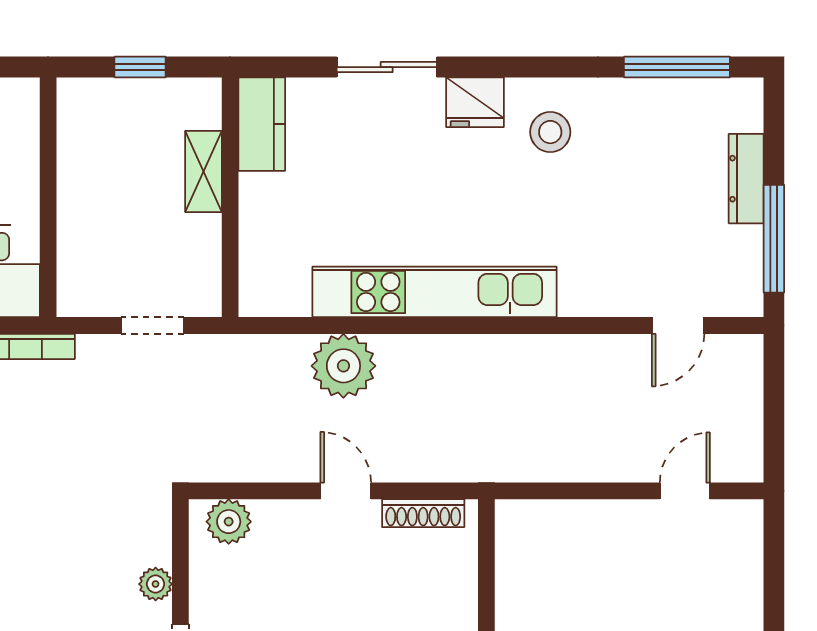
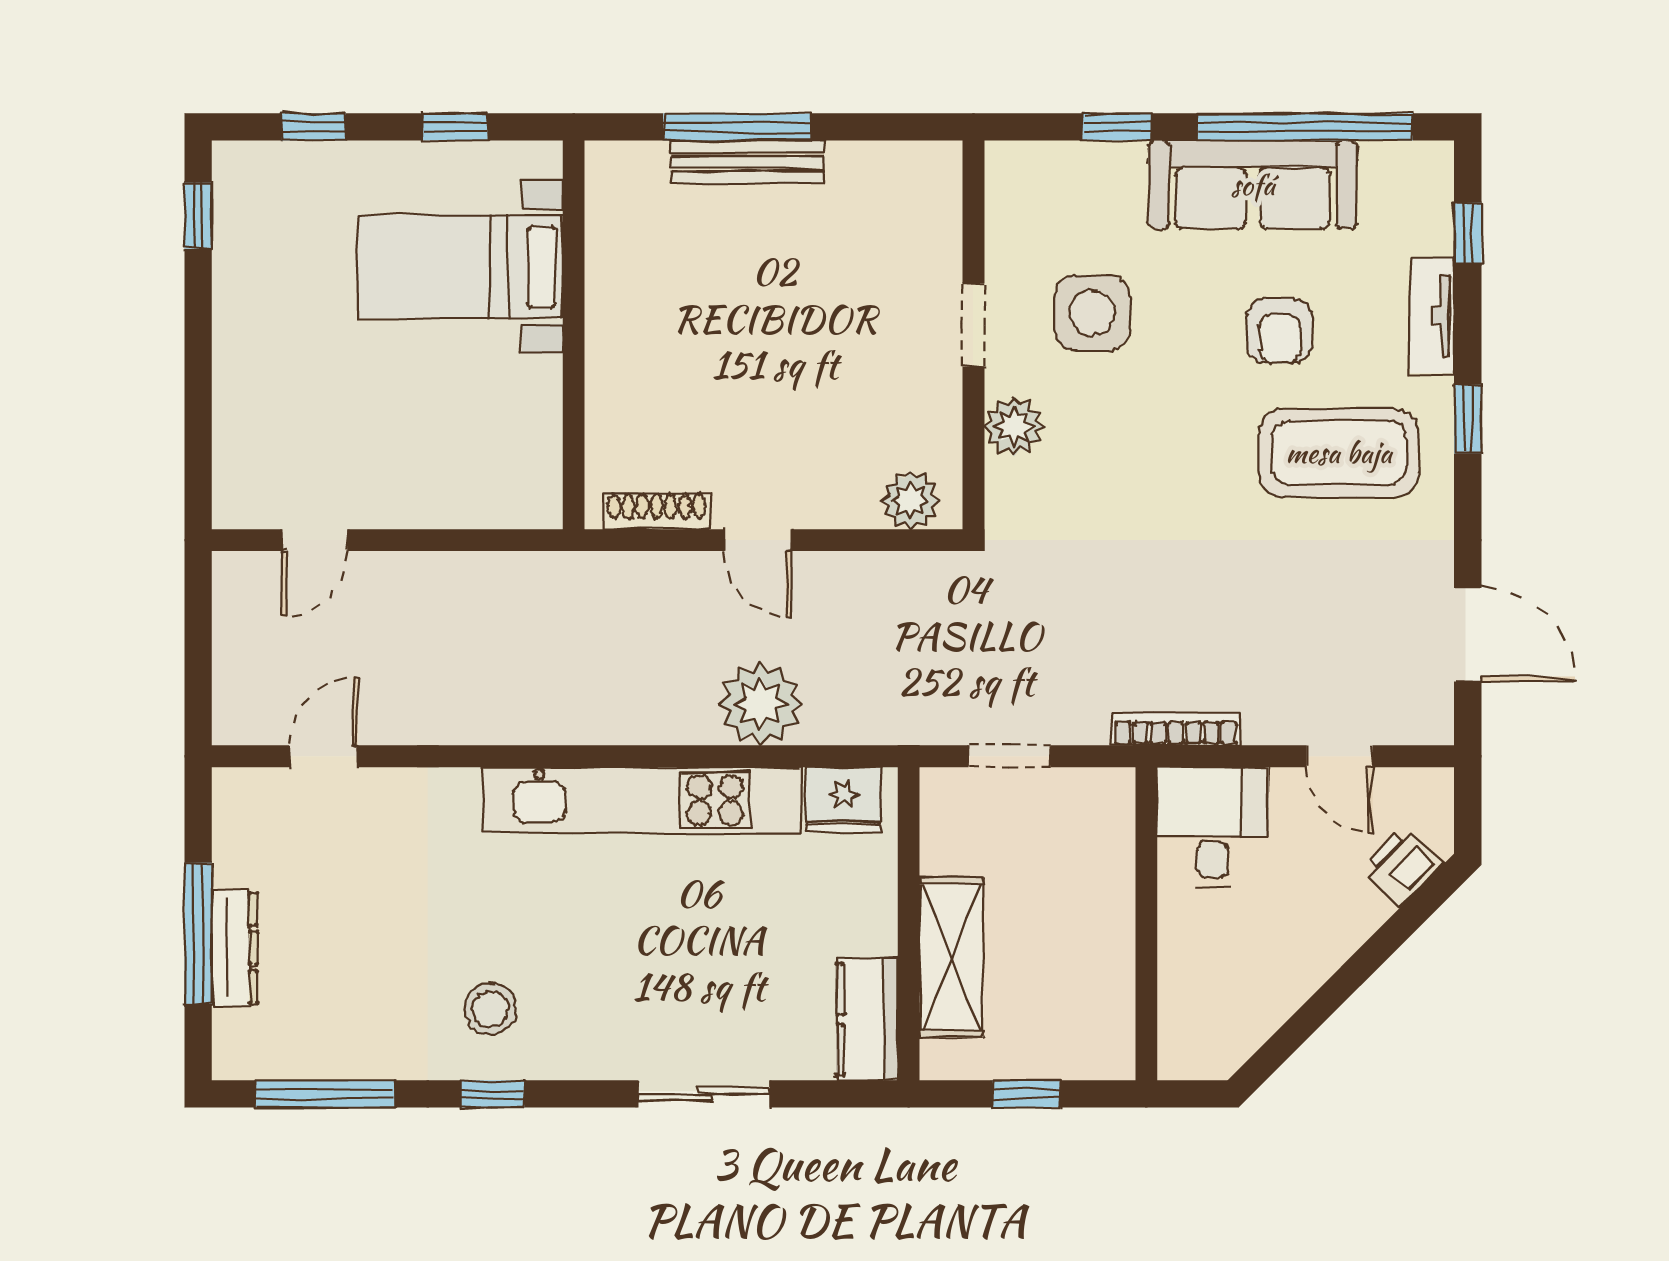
window: (549, 67) -> (492, 1094), added
fridge: (475, 102) -> (843, 800), moved, turned 180
shelving: (203, 172) -> (951, 957), width x1.50, depth x1.33
window: (774, 239) -> (198, 933), moved
plant: (156, 584) -> (1014, 427), width x1.38, depth x1.38

